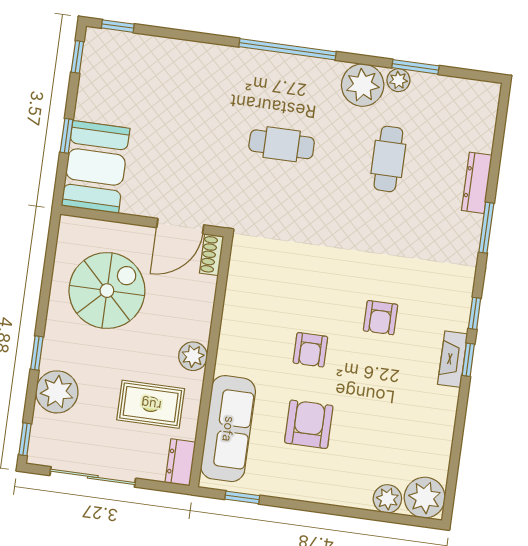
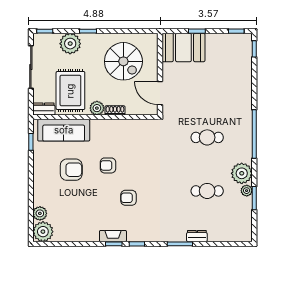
cafe table: (282, 144) -> (207, 137), turned 90
dresser: (477, 183) -> (197, 236), width x0.70
shoe rack: (212, 255) -> (115, 110), moved
rug: (151, 404) -> (70, 91), width x1.36, depth x1.43

